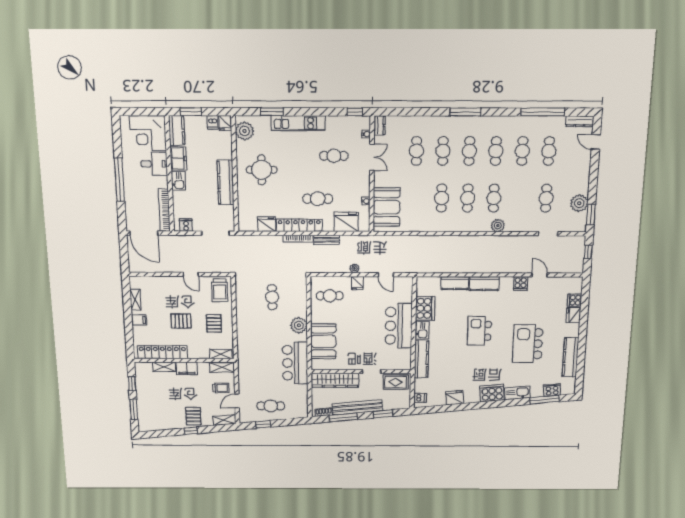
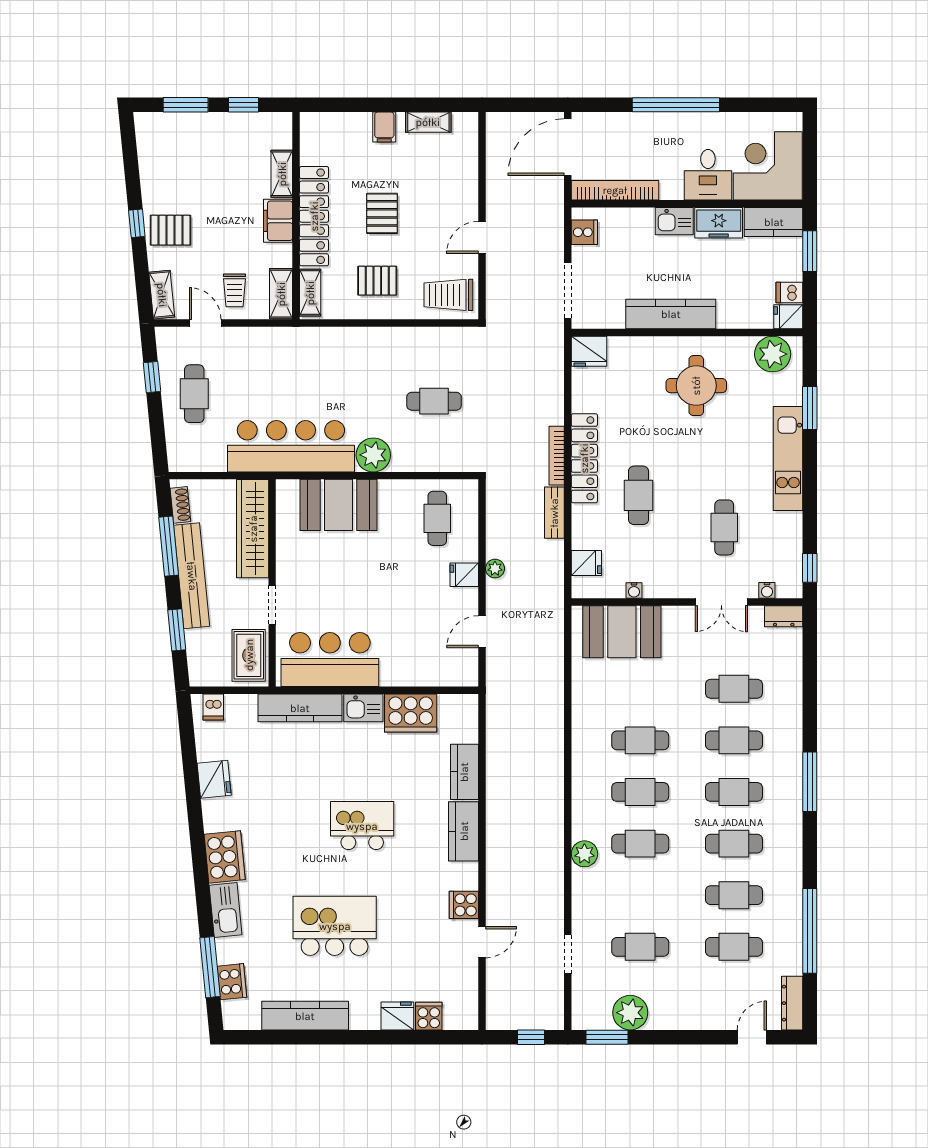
fridge: (346, 222) -> (586, 563), width x0.53, depth x0.75
fridge: (267, 224) -> (589, 351), moved, turned 90
bar counter: (399, 326) -> (330, 660), moved
locker: (162, 352) -> (314, 216), moved
bar counter: (295, 363) -> (291, 446), width x1.36

